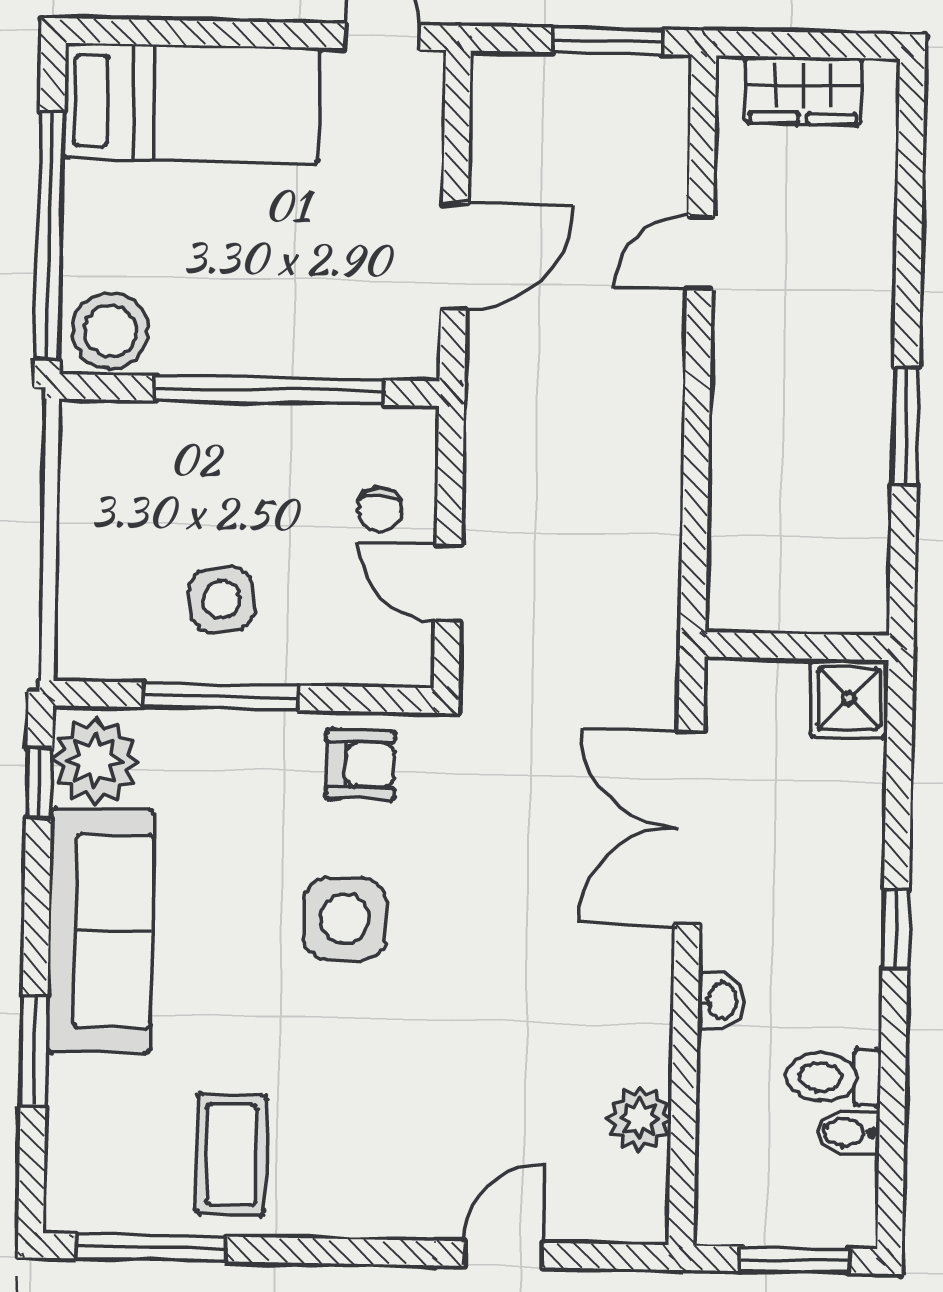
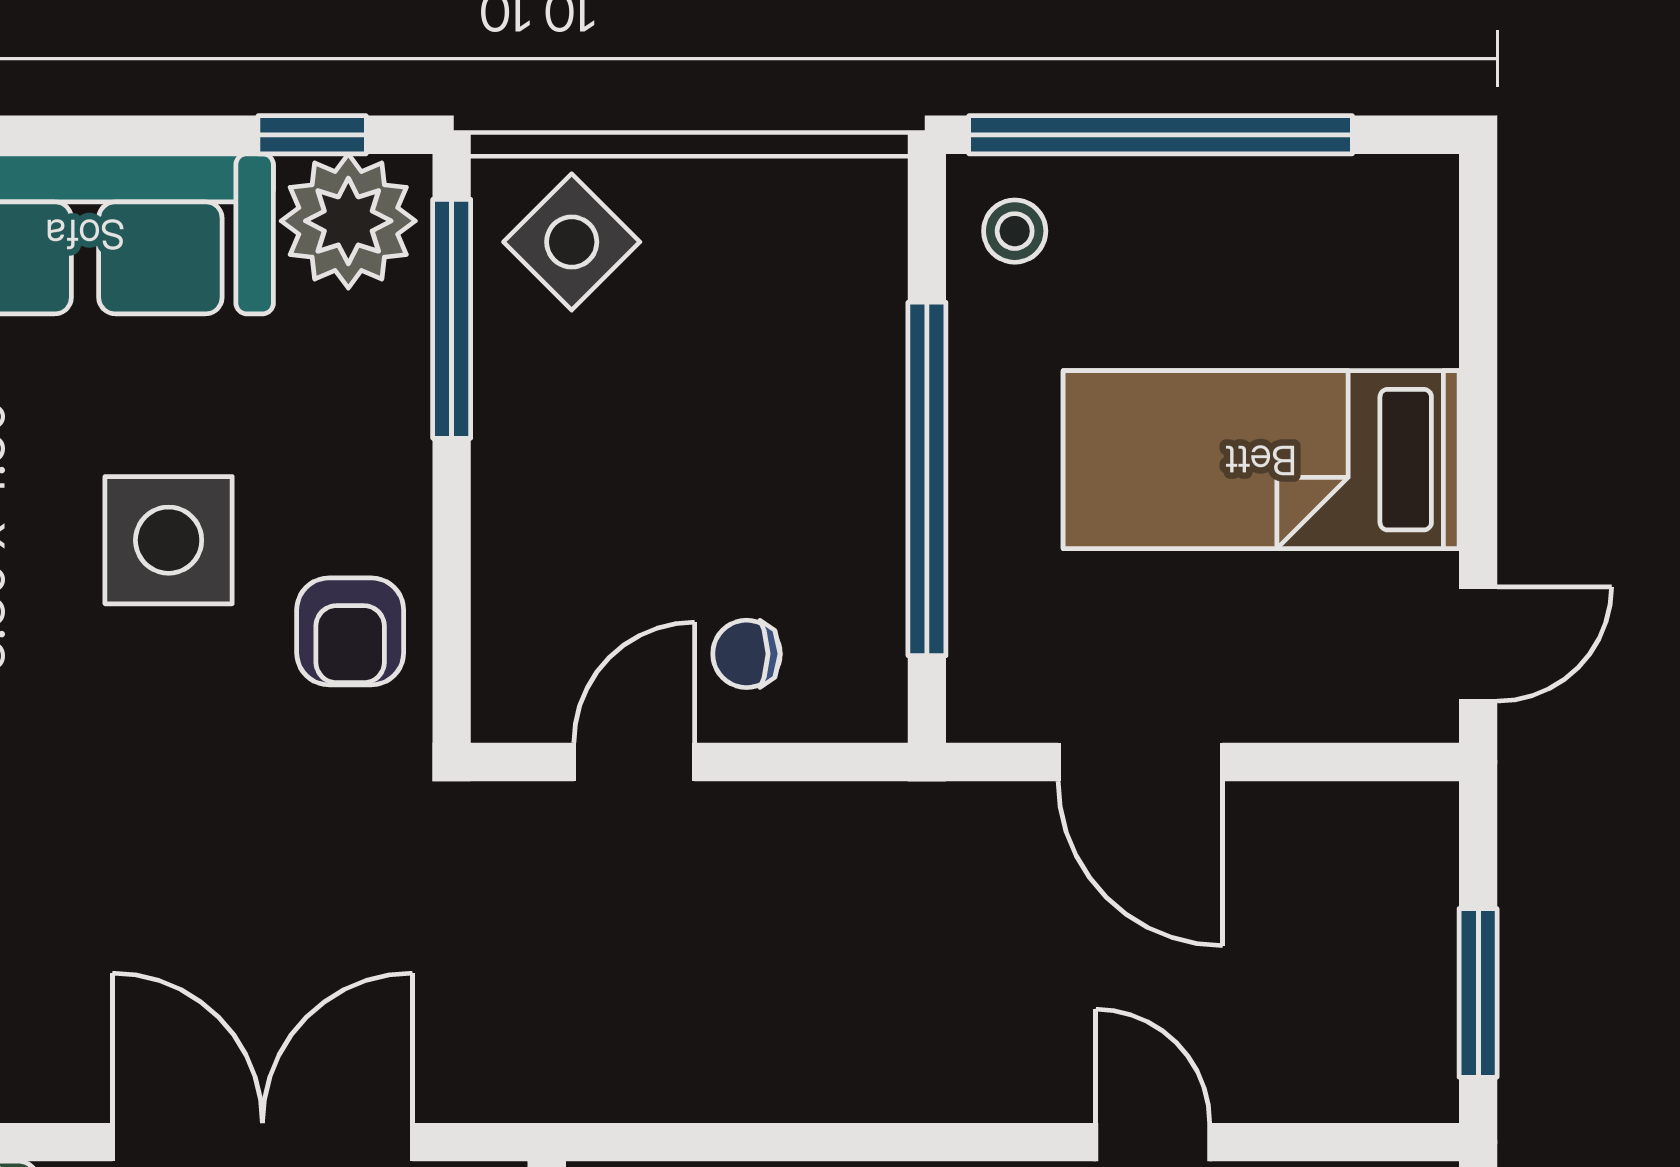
bed: (192, 103) -> (1261, 460), moved, turned 90
stool: (110, 331) -> (1015, 231), width x0.53, depth x0.53
side table: (222, 599) -> (572, 242), moved, turned -36
window: (221, 696) -> (452, 319), moved
side table: (345, 919) -> (169, 540), moved

